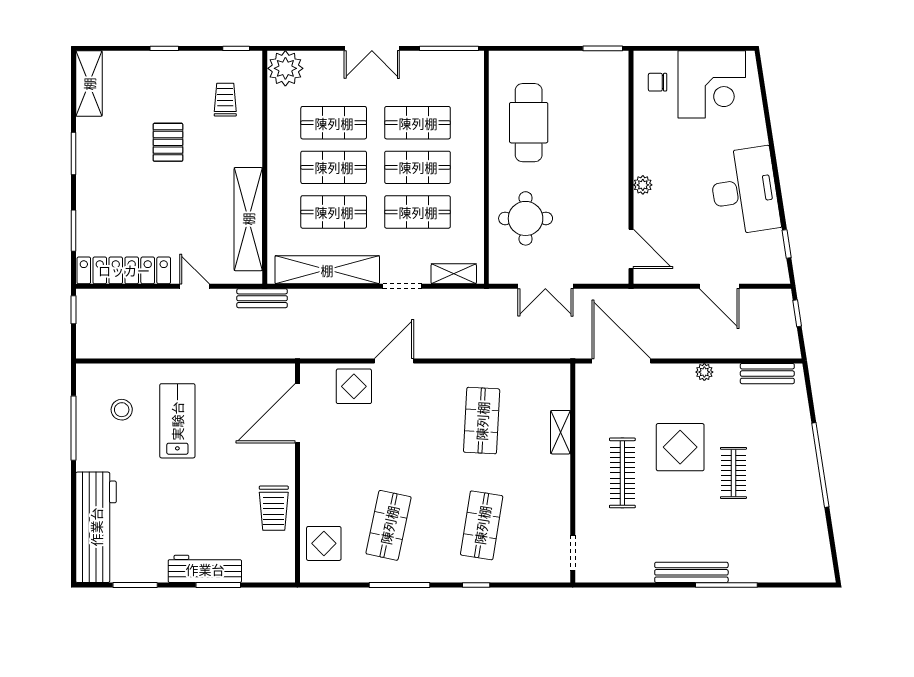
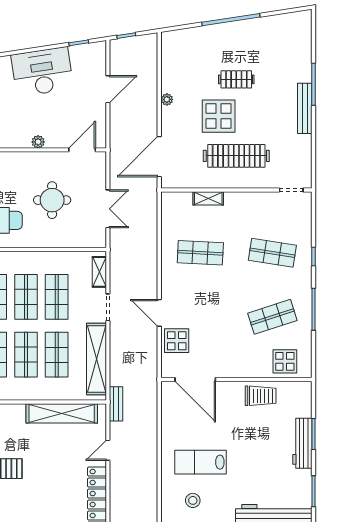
round table: (526, 218) -> (52, 200), moved
bench: (767, 374) -> (168, 56), removed
clothes rail: (622, 473) -> (236, 156), width x1.37, depth x1.31
shop shelf: (389, 525) -> (272, 317), turned -30

